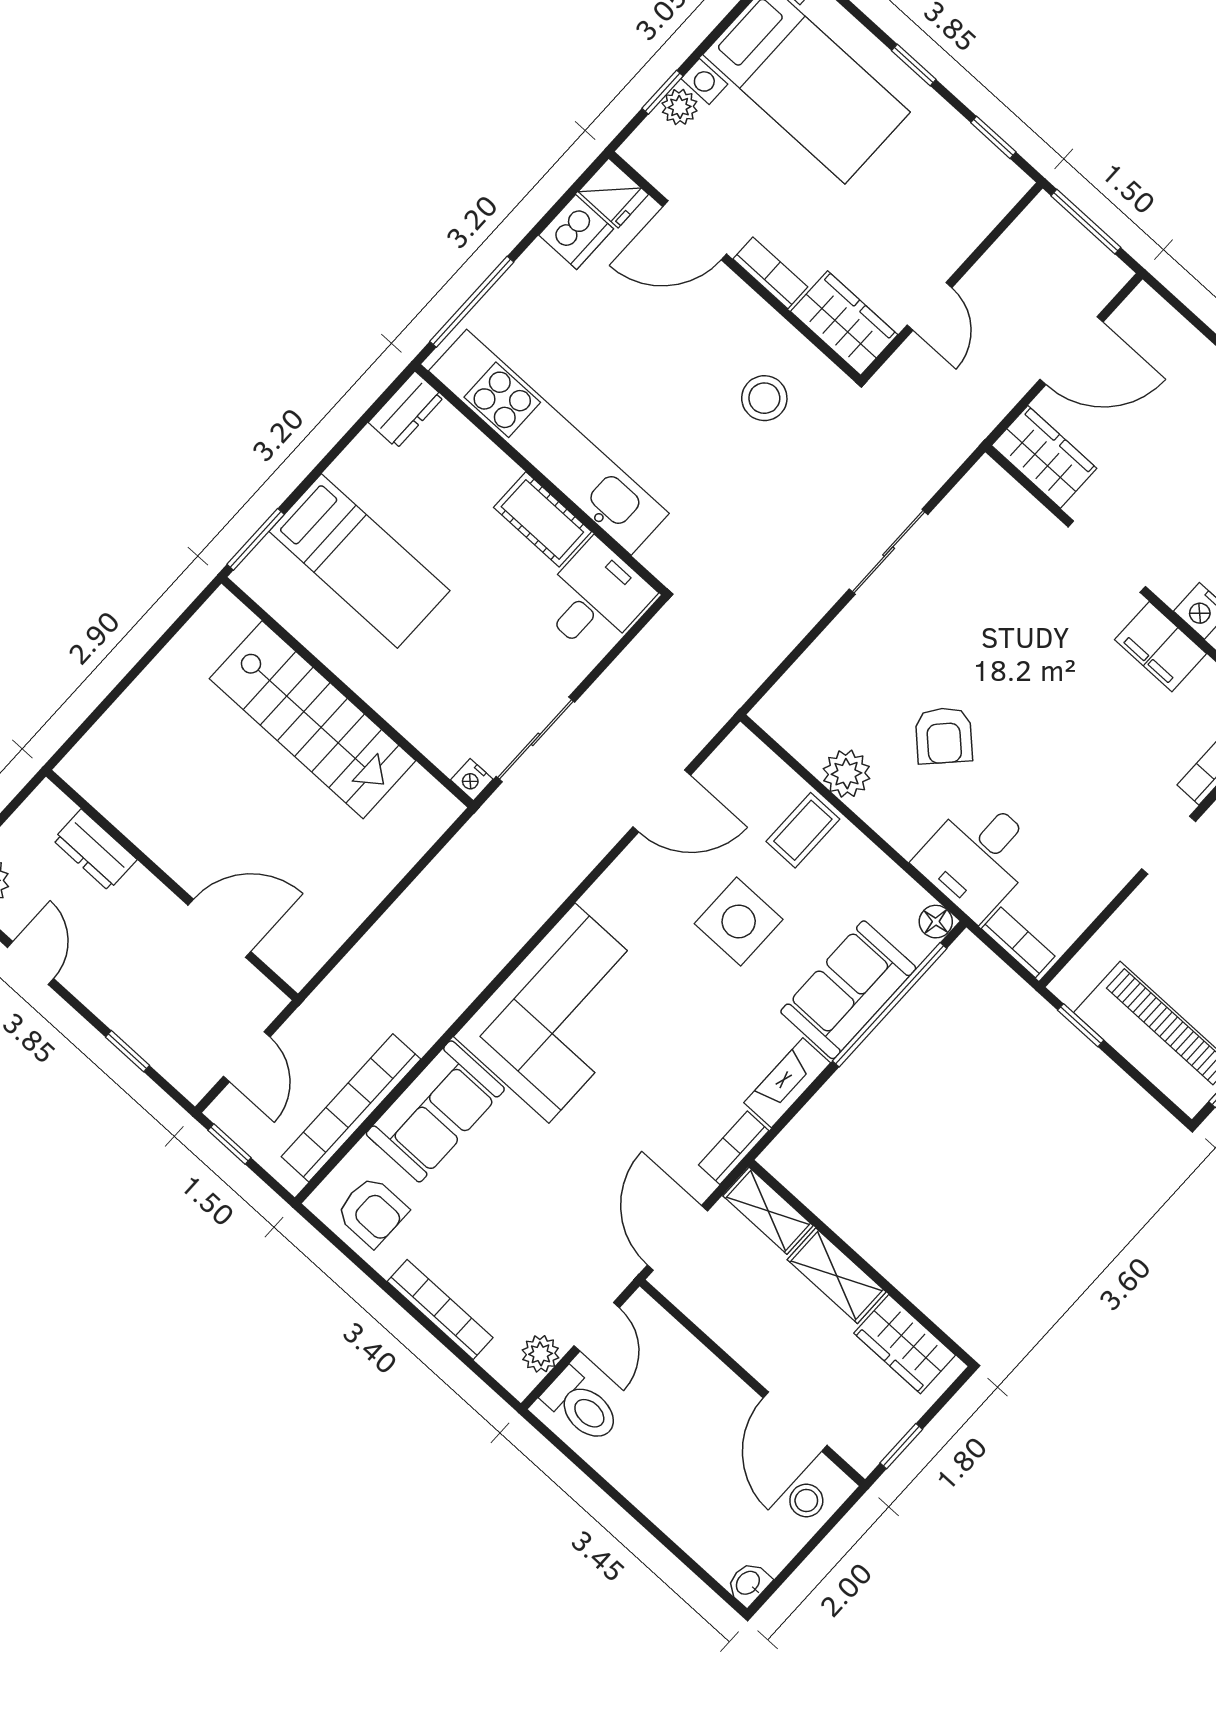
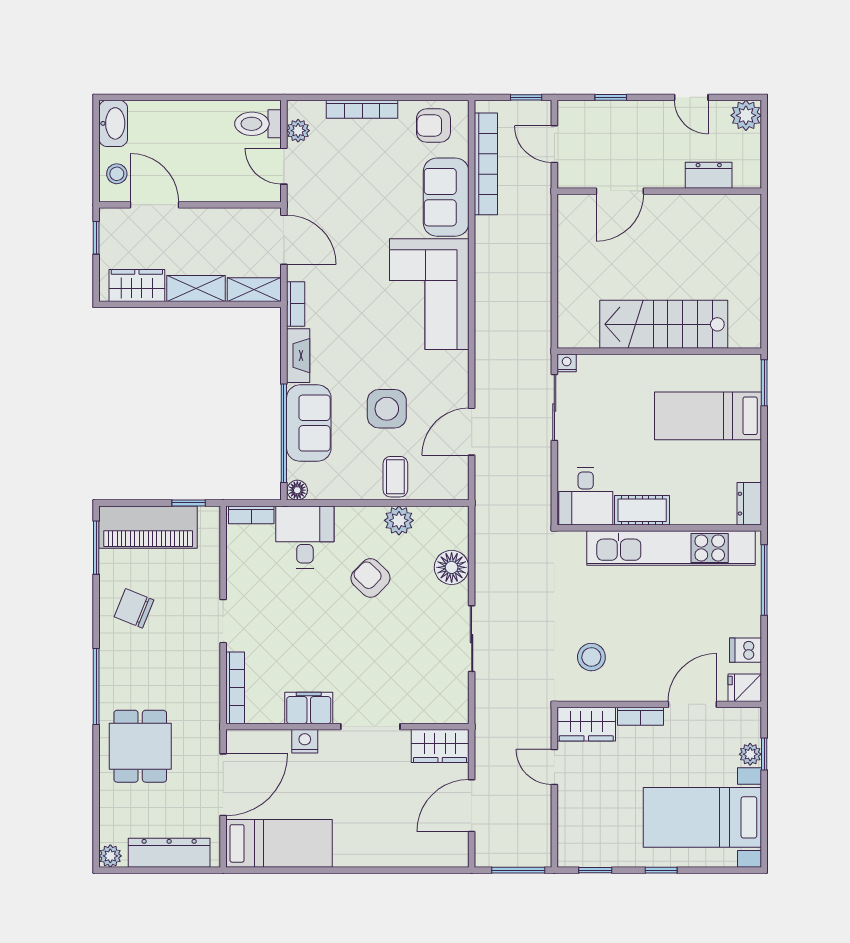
dishwasher: (576, 232) -> (746, 650), width x0.73
floor lamp: (835, 659) -> (452, 567), added
washbasin: (749, 1583) -> (113, 123), width x1.91, depth x1.45

